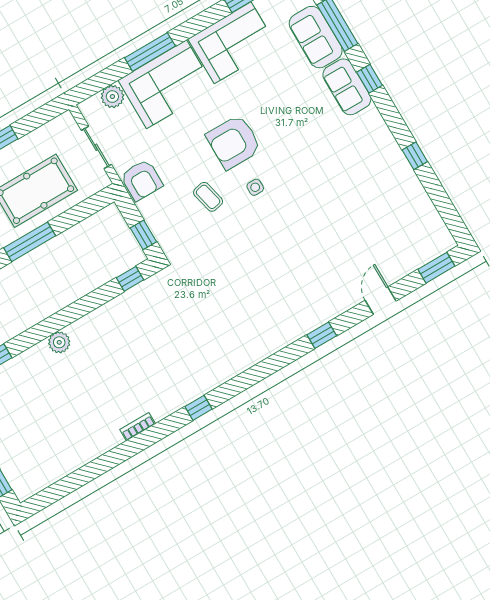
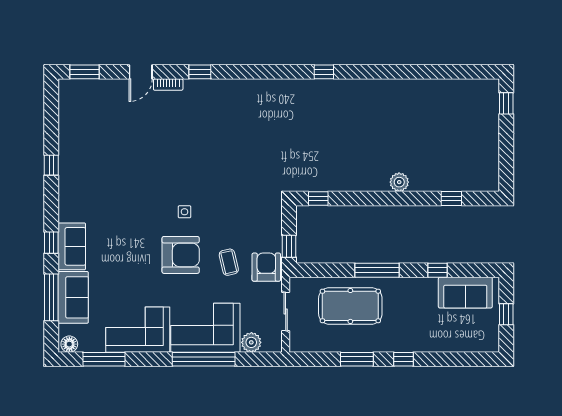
window: (150, 52) -> (204, 359), width x1.46
coffee table: (208, 197) -> (229, 262), moved
window: (143, 235) -> (289, 246), moved
bookcase: (138, 427) -> (168, 85), moved

